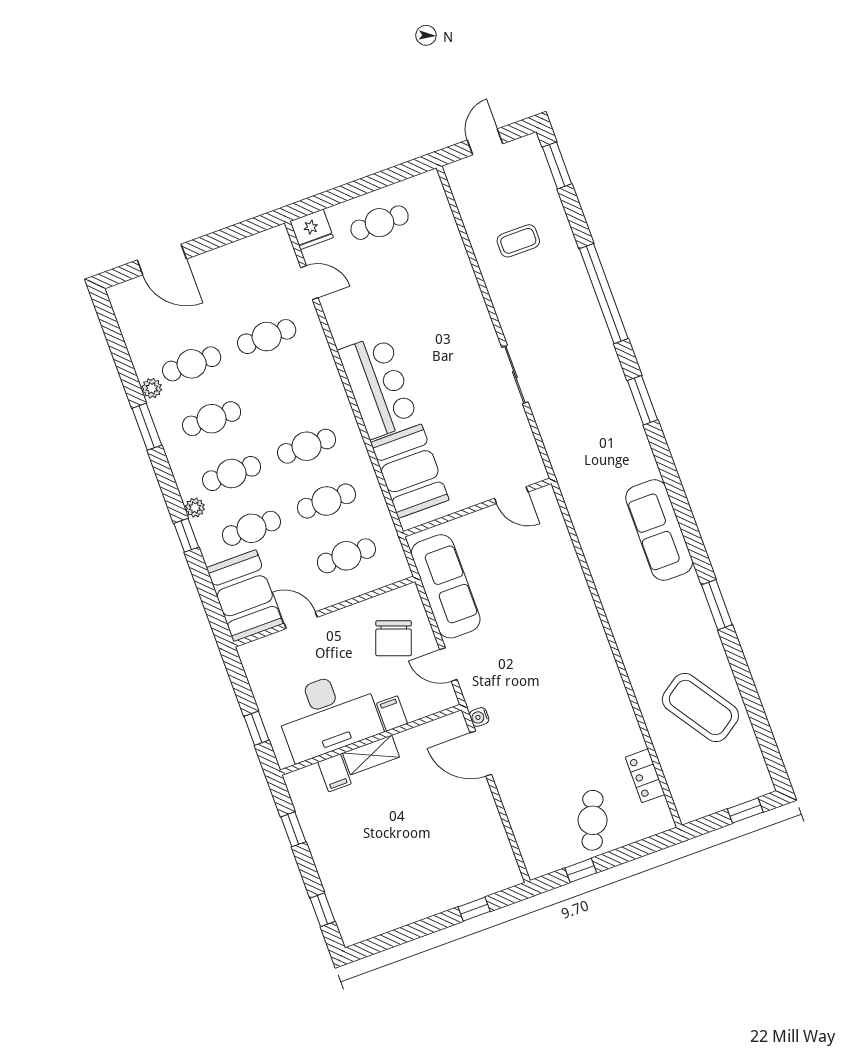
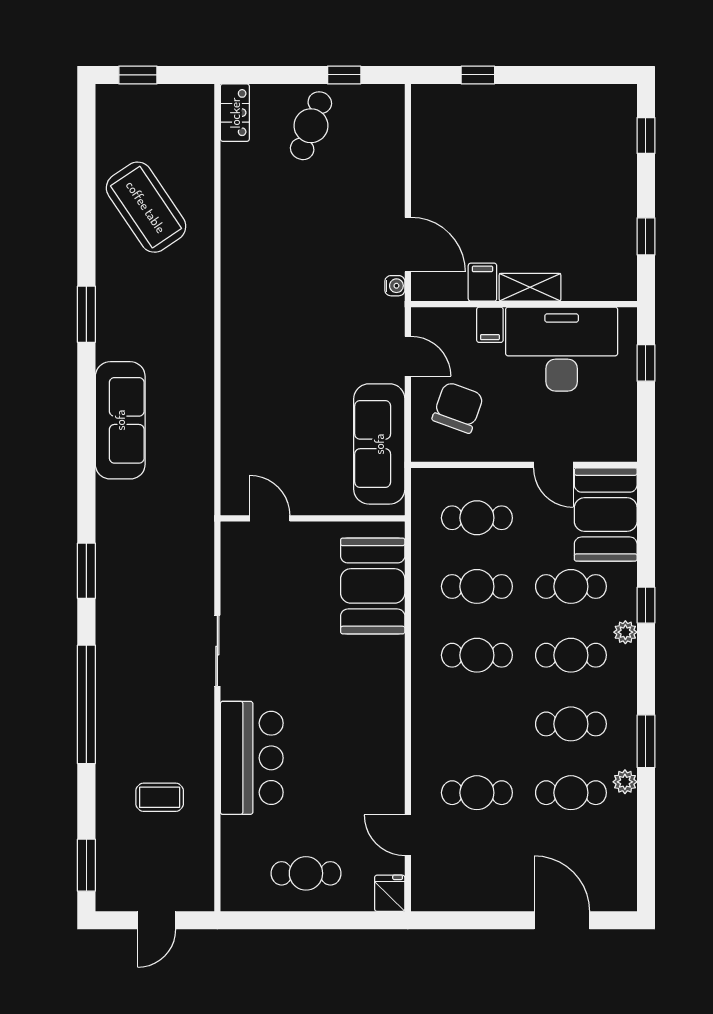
fridge: (312, 229) -> (390, 893), width x0.72
bar counter: (378, 386) -> (252, 758), moved, turned 180
filing cabinet: (335, 773) -> (482, 282), moved
locker: (645, 776) -> (235, 113), moved

